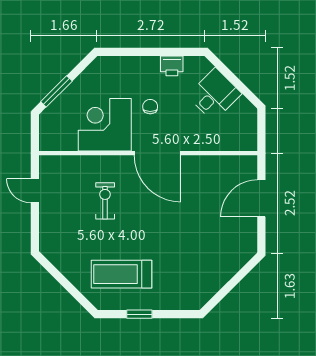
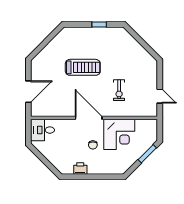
desk: (214, 95) -> (42, 130), moved, turned 45
treadmill: (122, 274) -> (83, 67), moved

